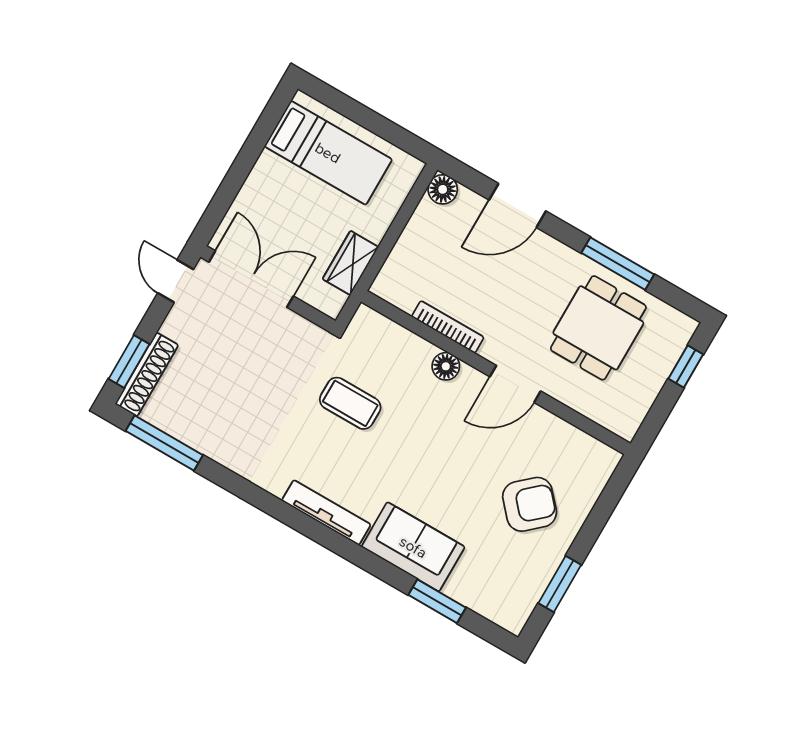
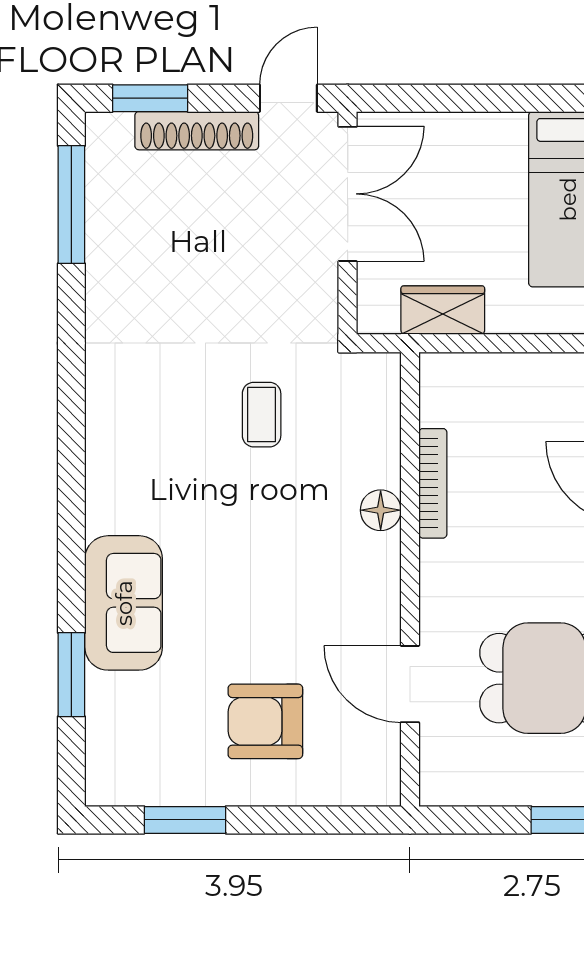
shoe rack: (147, 374) -> (197, 131), moved
door: (515, 384) -> (410, 684), moved
coffee table: (350, 403) -> (262, 415), width x0.73, depth x0.77
armchair: (530, 504) -> (265, 721), turned 132
tv unit: (326, 513) -> (103, 465), removed

